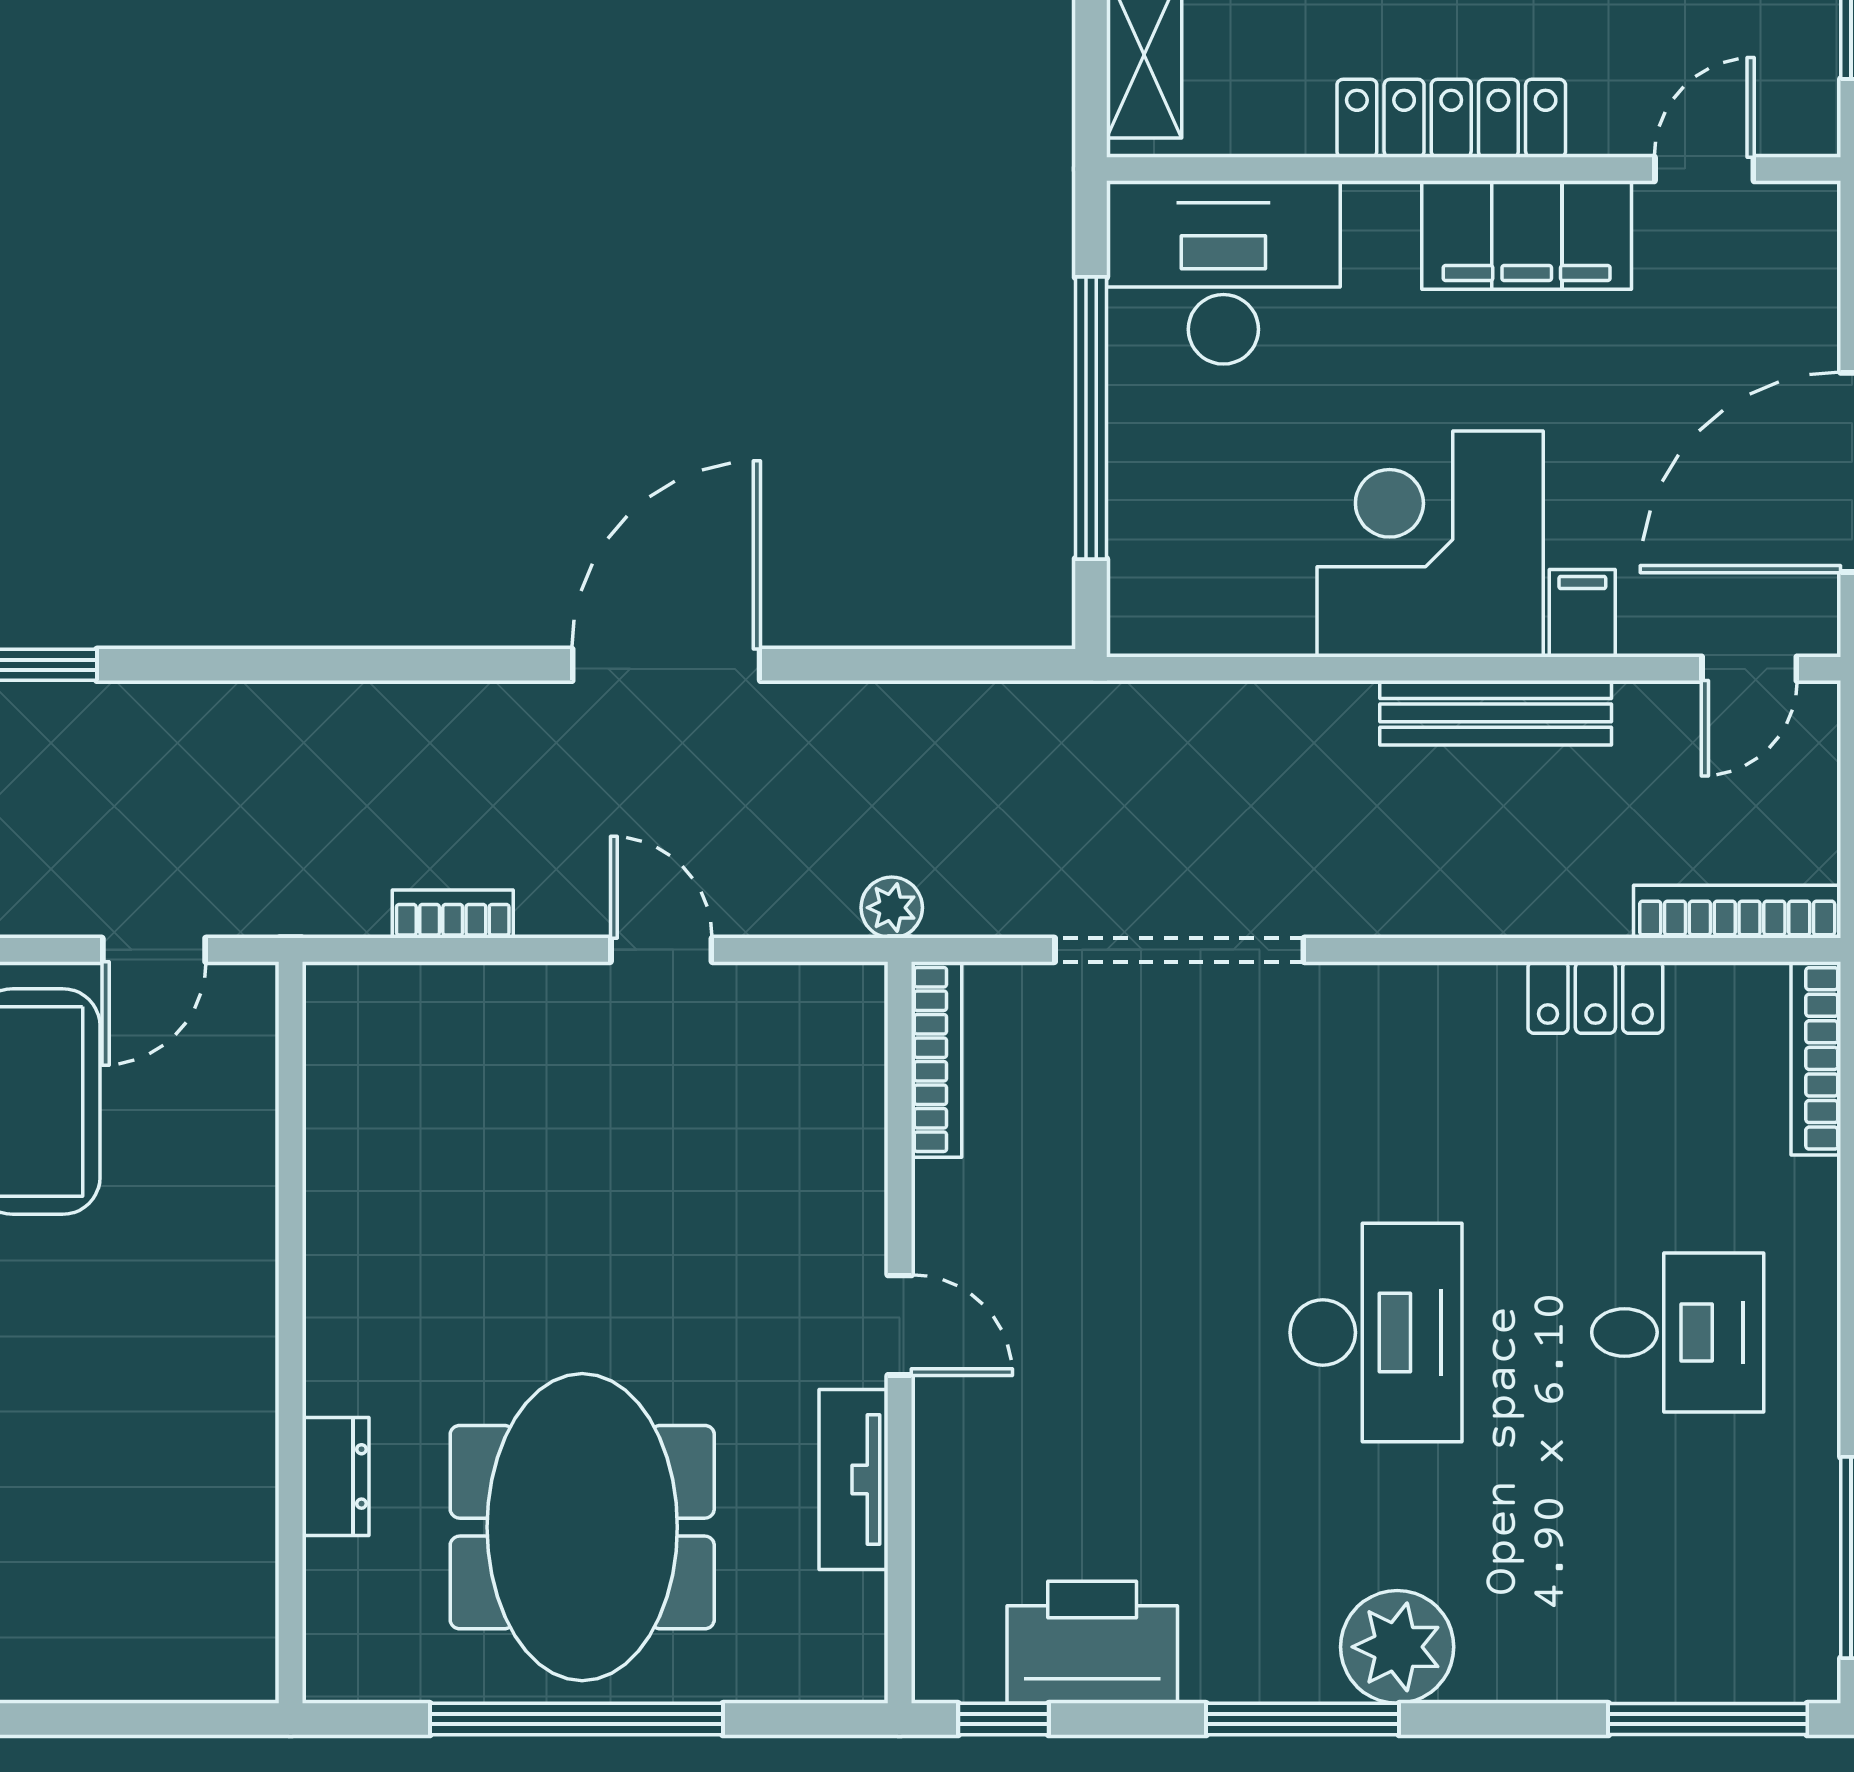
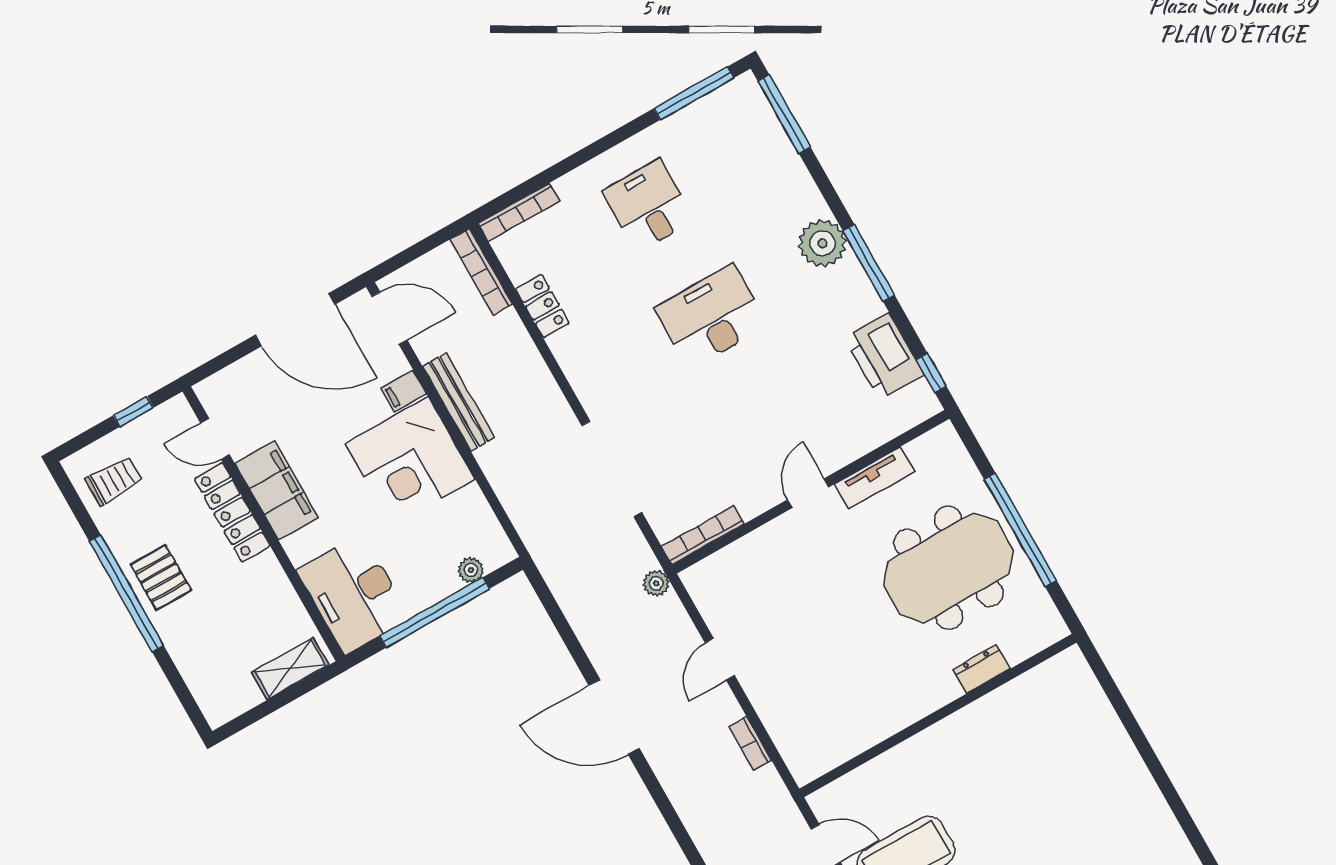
locker: (1451, 118) -> (232, 512), moved
plant: (1136, 542) -> (471, 570), added
door: (1749, 669) -> (389, 318), width x1.38

